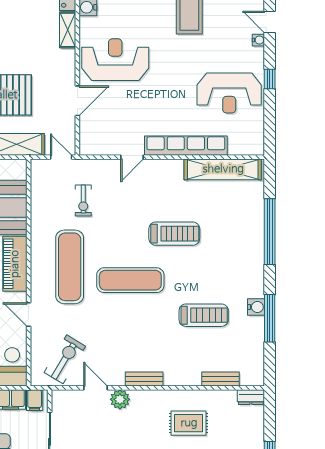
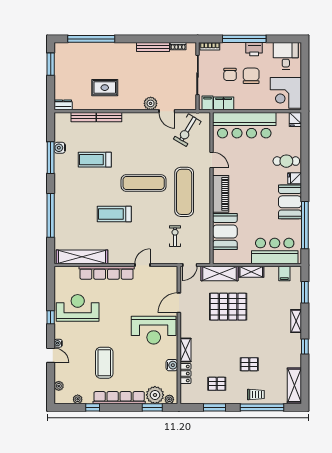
door: (61, 157) -> (190, 265), hinge flipped
water cooler: (256, 307) -> (60, 148), moved
bench: (144, 379) -> (109, 117), moved

